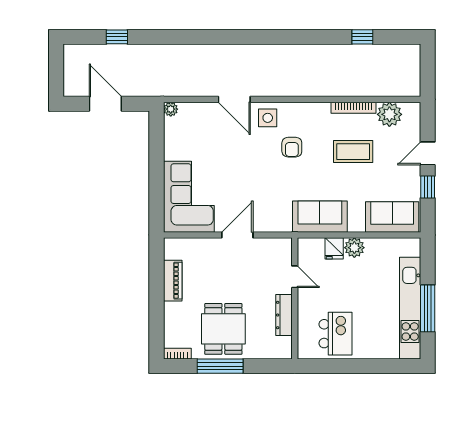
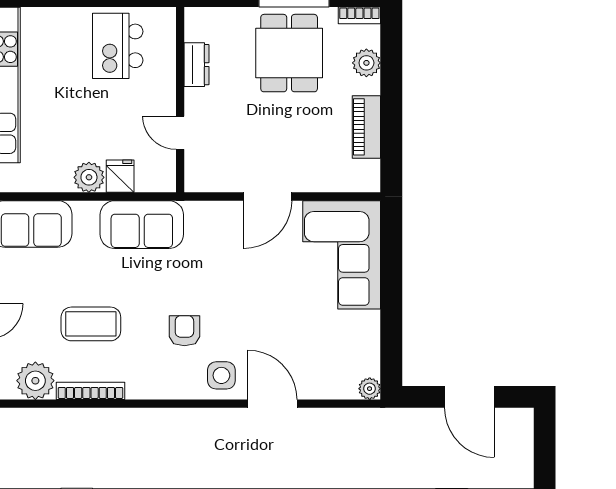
dresser: (284, 315) -> (197, 65), width x0.70
plant: (173, 322) -> (366, 63), added

